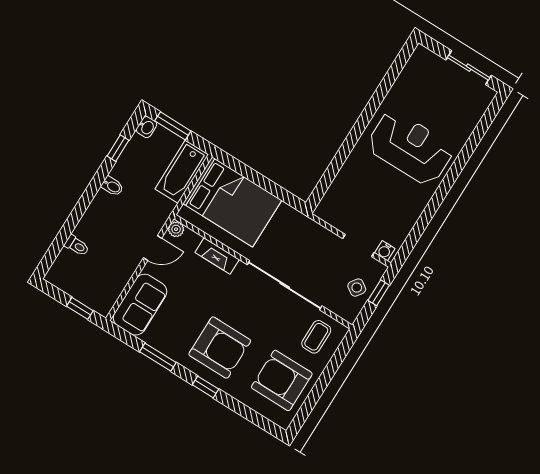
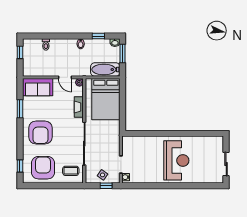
window: (80, 308) -> (20, 52), moved
window: (206, 387) -> (20, 166), moved

